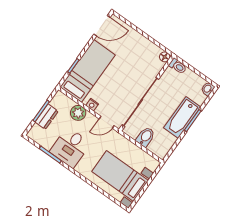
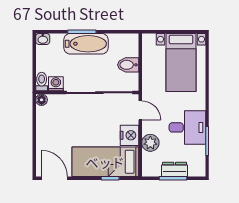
washing machine: (169, 75) -> (56, 84), added
nightstand: (92, 105) -> (129, 135), width x1.89, depth x1.79

